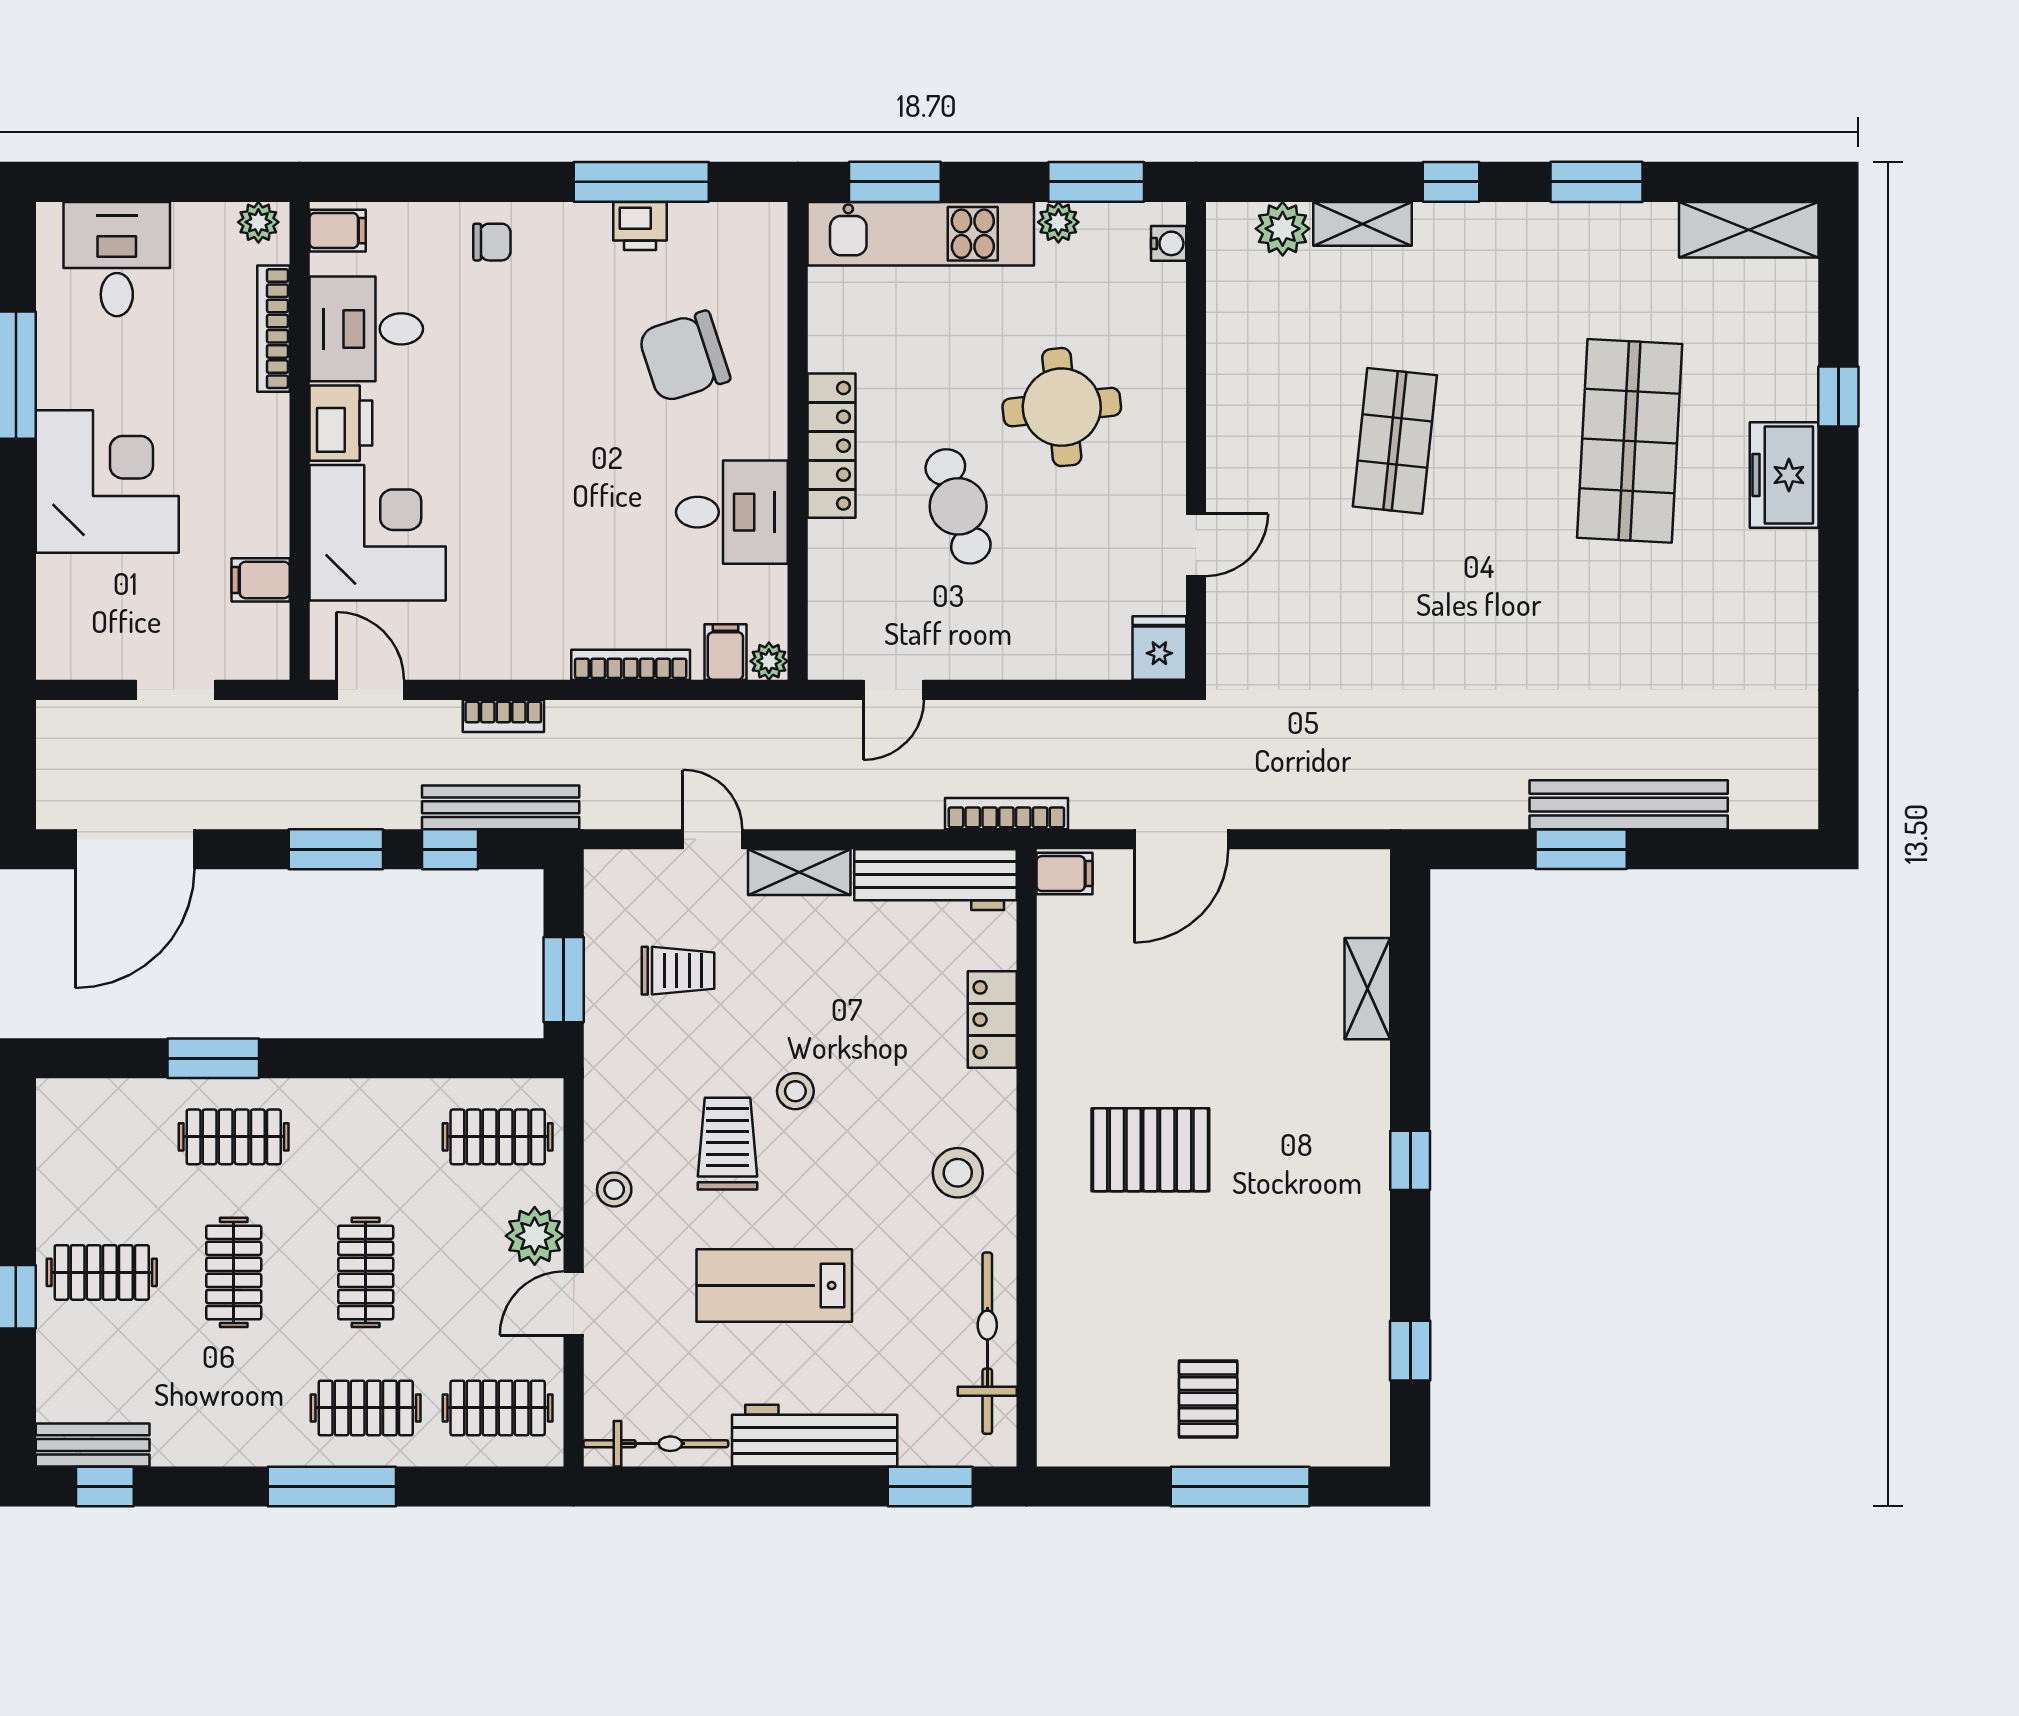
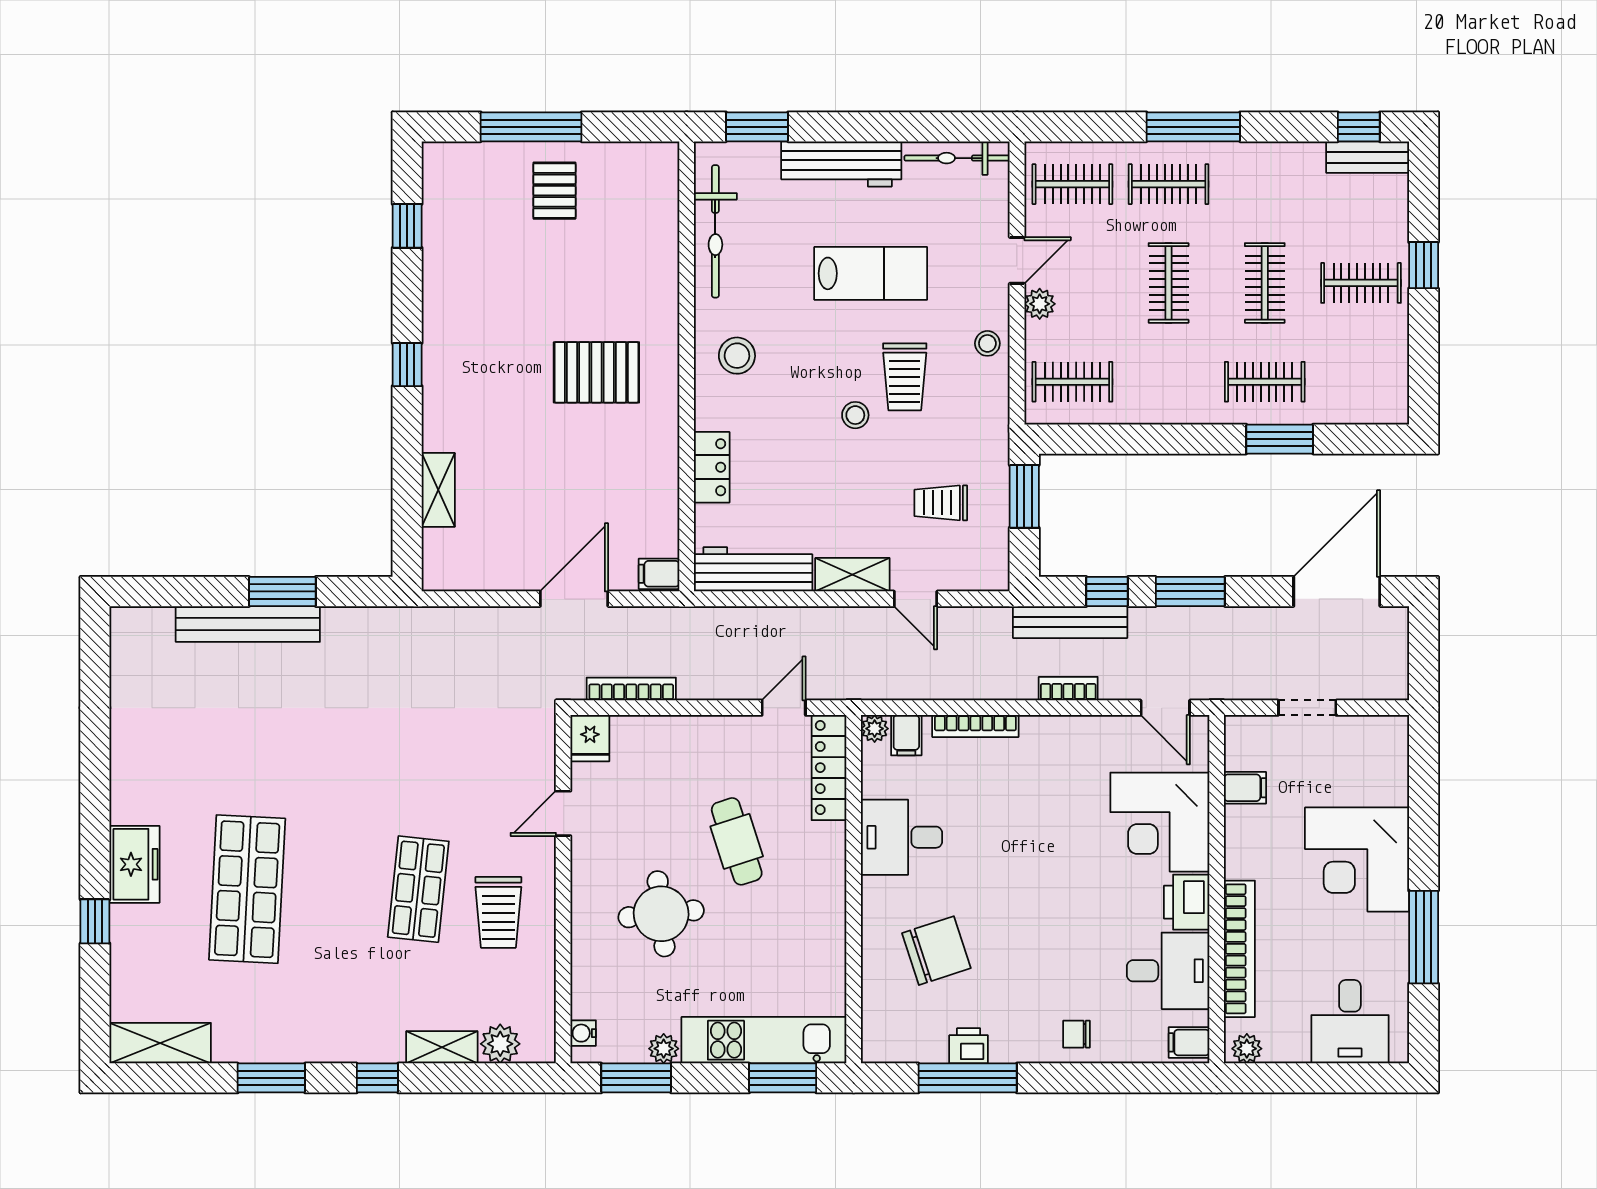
bookcase: (274, 329) -> (1239, 949), width x1.48, depth x1.31
trolley: (1285, 409) -> (498, 912), added
locker: (832, 446) -> (829, 768), moved
bookcase: (1006, 814) -> (631, 689), moved, turned 180
plant: (535, 1236) -> (1040, 304), width x0.73, depth x0.73

